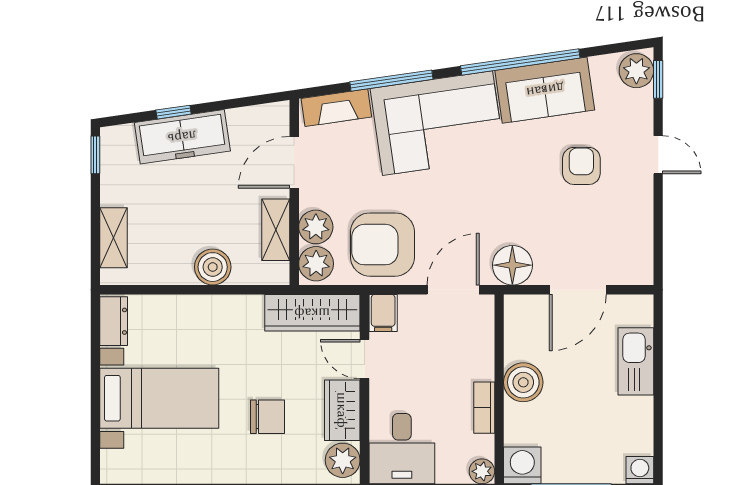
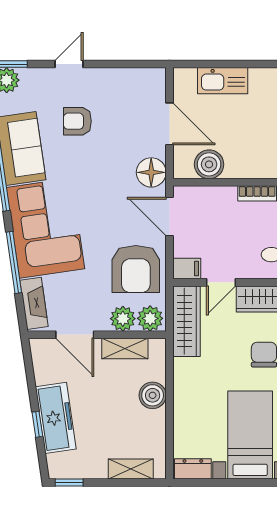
boiler: (523, 382) -> (209, 164), moved

